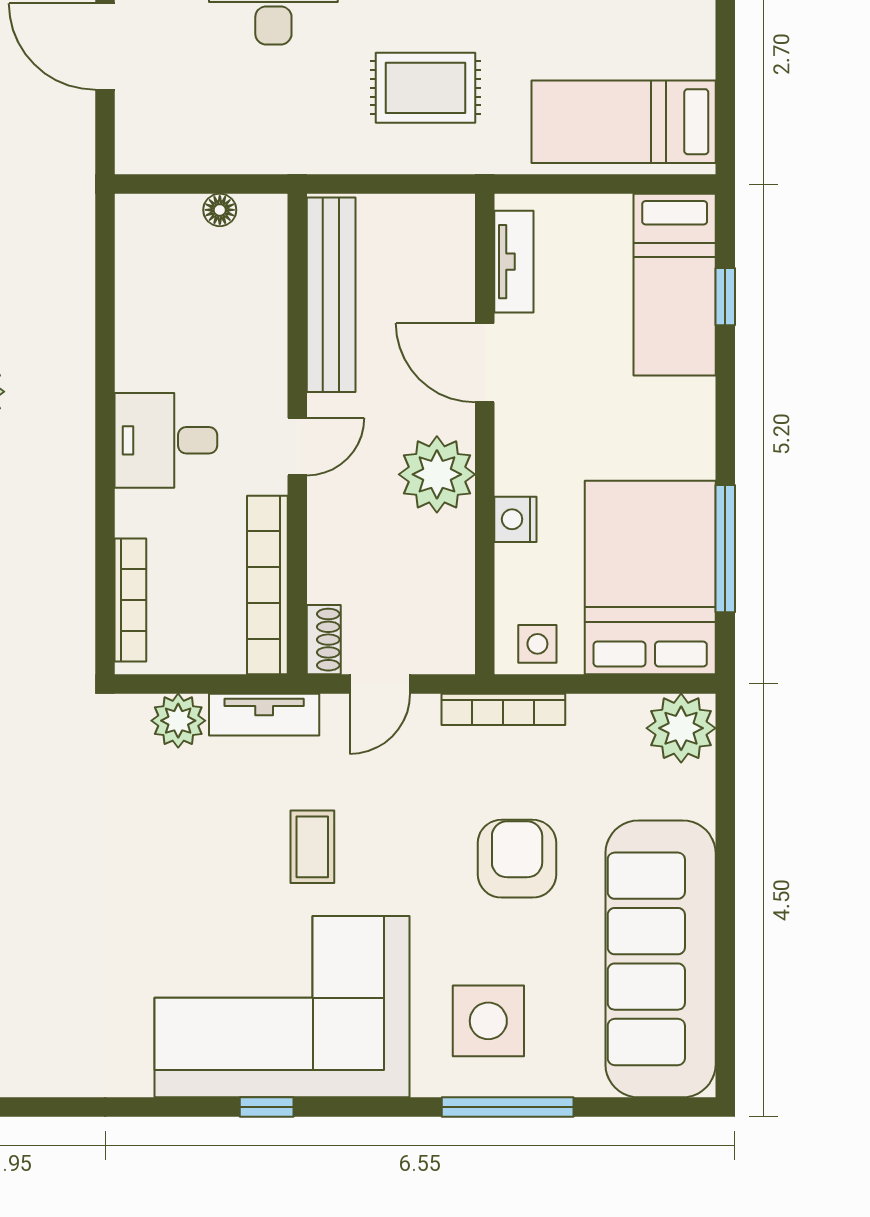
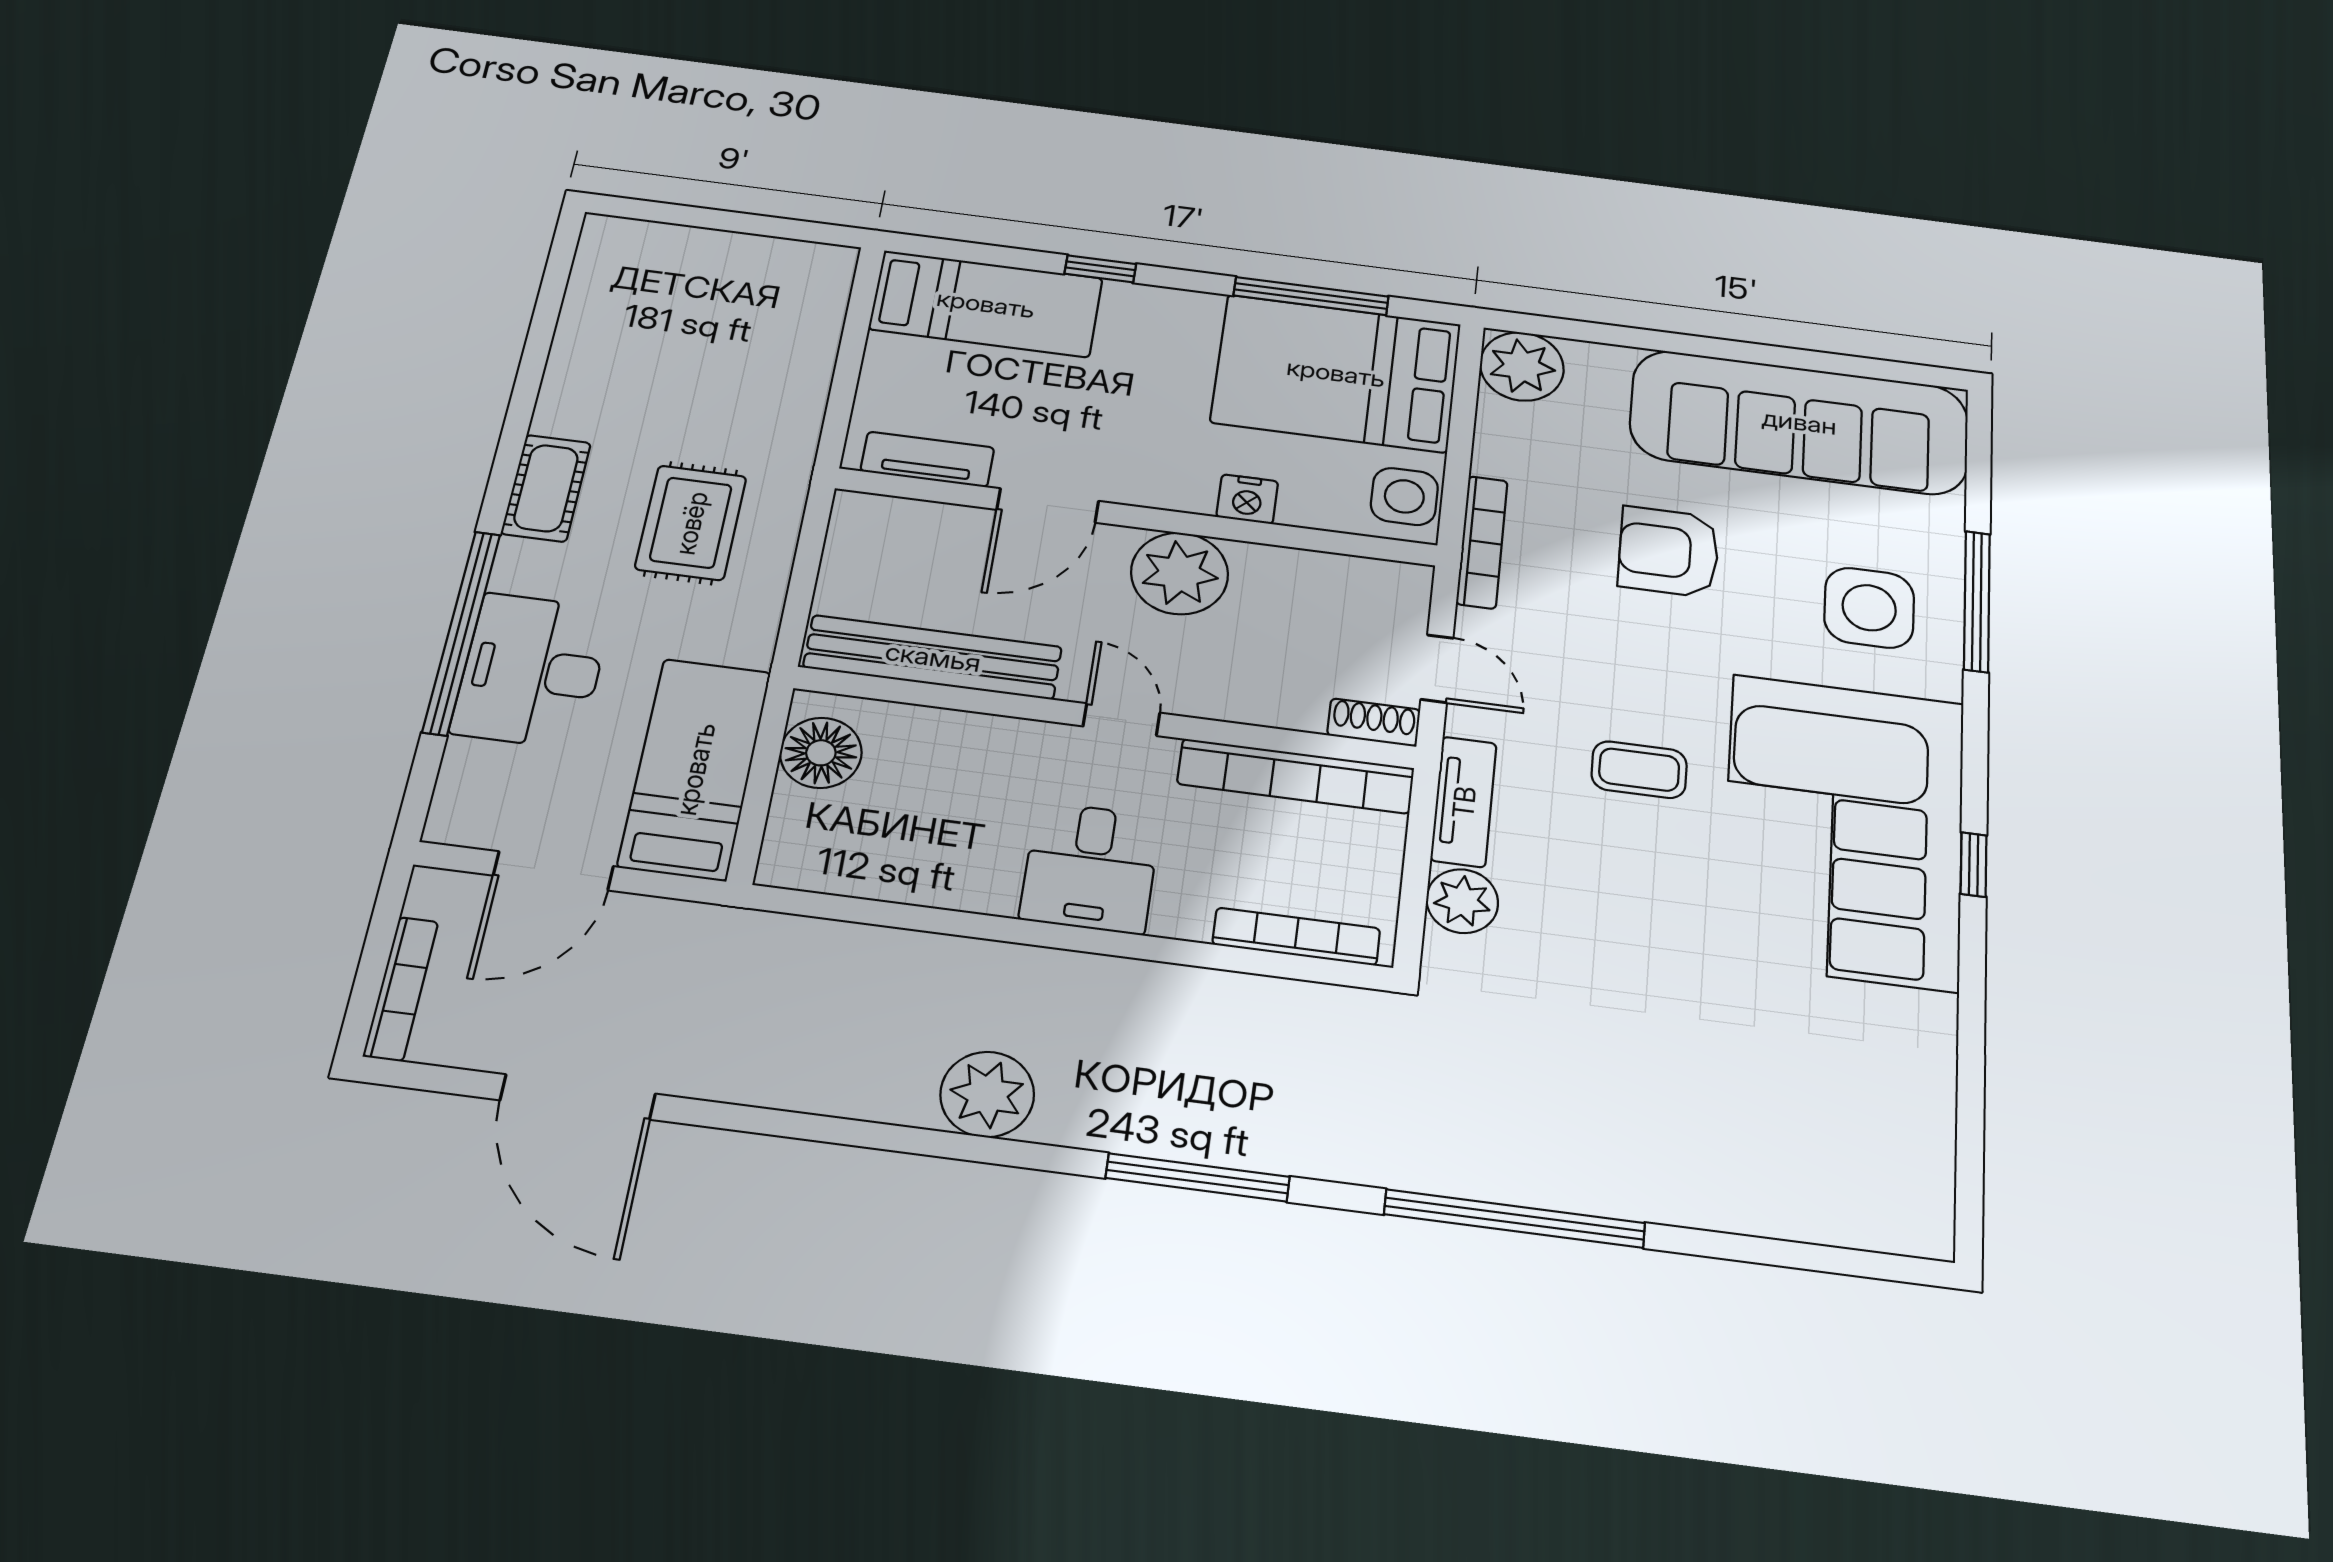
bed: (624, 122) -> (695, 769), moved, turned 180
floor lamp: (220, 210) -> (821, 753), width x1.89, depth x1.89
window: (725, 297) -> (1100, 269), moved
side table: (537, 644) -> (1404, 496), width x1.37, depth x1.37

